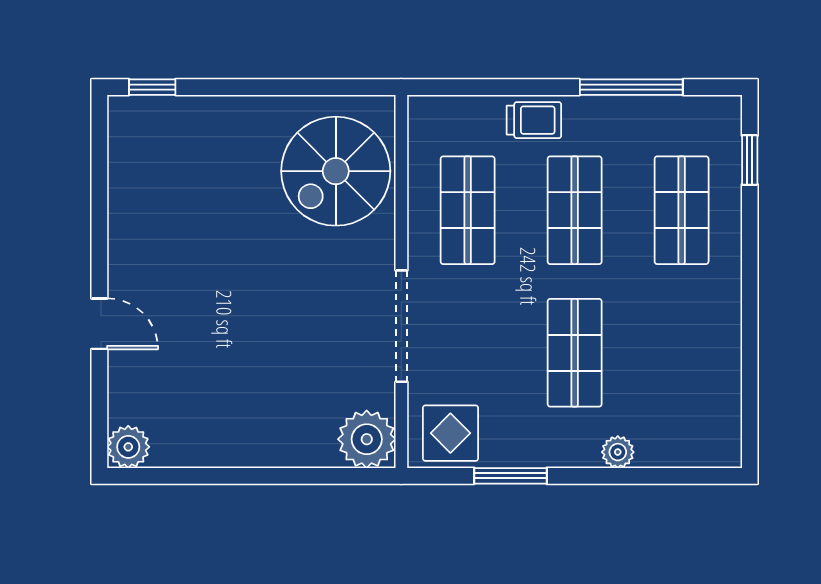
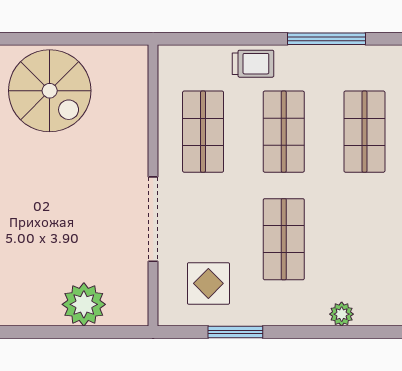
spiral stairs: (336, 171) -> (50, 91), moved, turned -90
display table: (450, 433) -> (208, 283), moved
plant: (367, 439) -> (84, 304), moved
plant: (618, 452) -> (342, 314), moved

